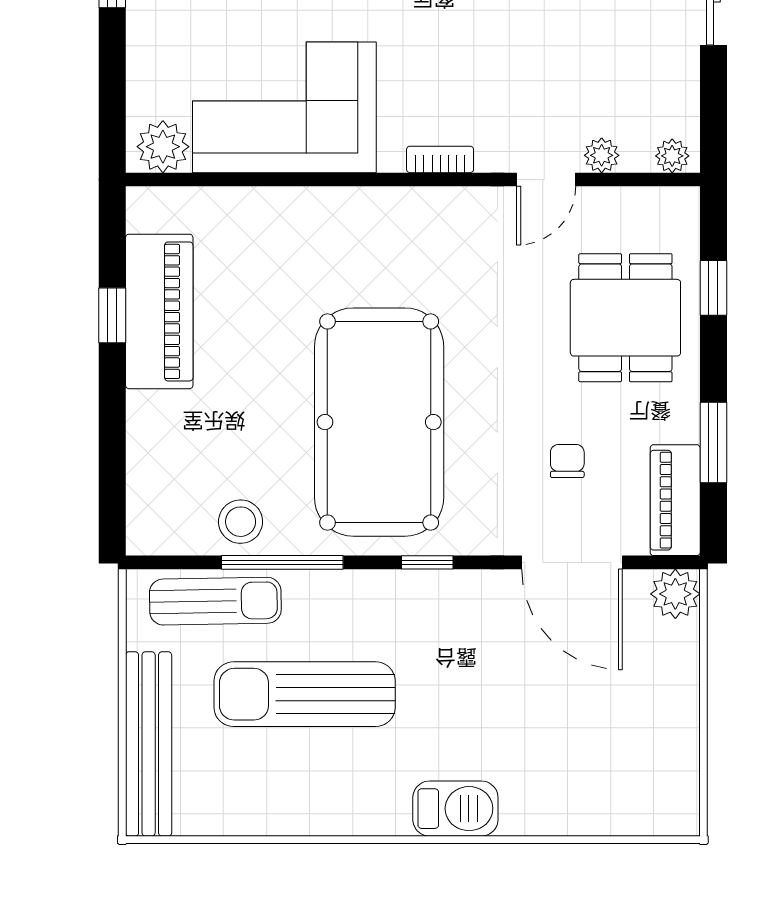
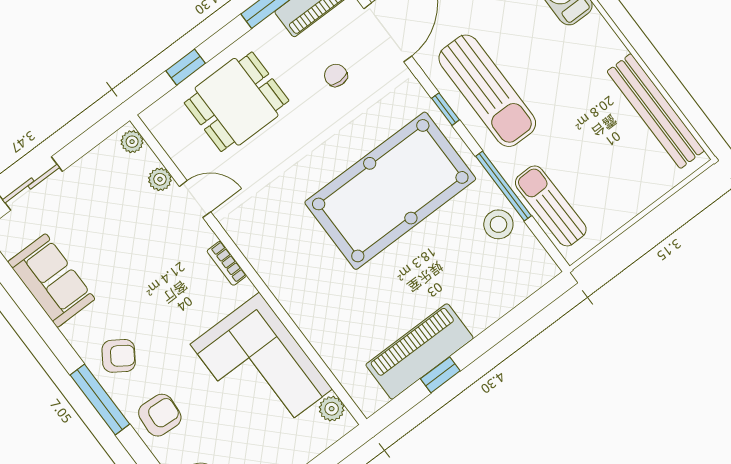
plant: (163, 147) -> (332, 409), width x0.73, depth x0.73
chair: (567, 461) -> (336, 75), turned 90
sun lounger: (305, 694) -> (487, 91), moved
bench: (149, 744) -> (656, 111), moved, turned 90

